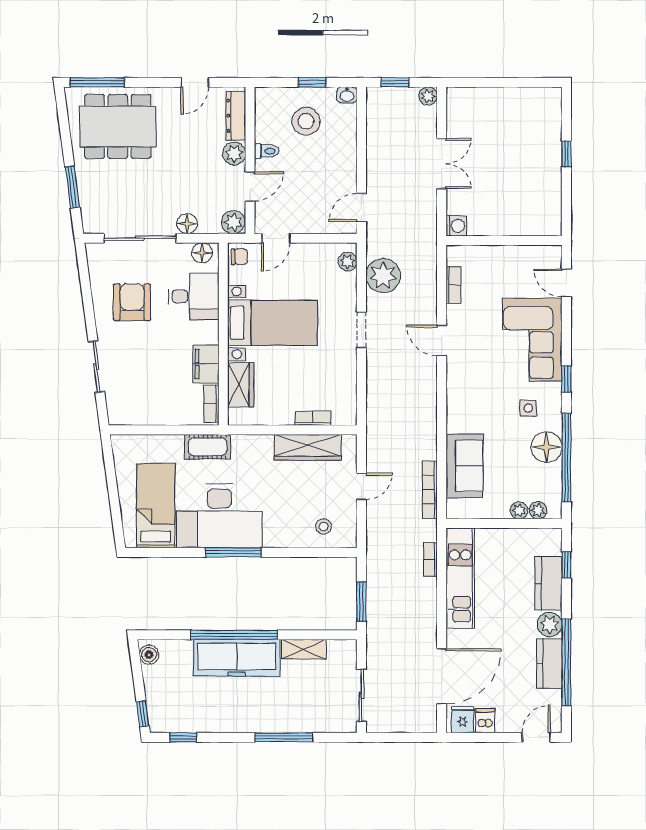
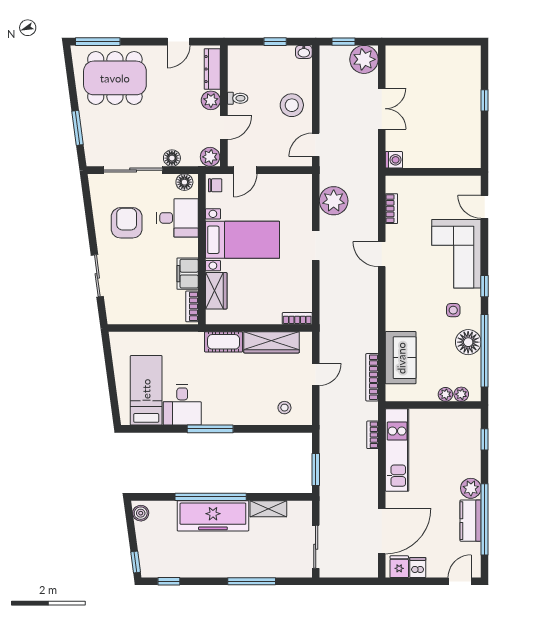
plant: (428, 96) -> (364, 59), width x1.87, depth x1.87
stool: (306, 121) -> (292, 105), moved
plant: (348, 262) -> (304, 189), removed
bookcase: (313, 418) -> (297, 318), moved
cot: (208, 447) -> (224, 342), moved
desk: (219, 516) -> (182, 405), width x0.53, depth x0.77
kitchen counter: (548, 583) -> (470, 454), removed

